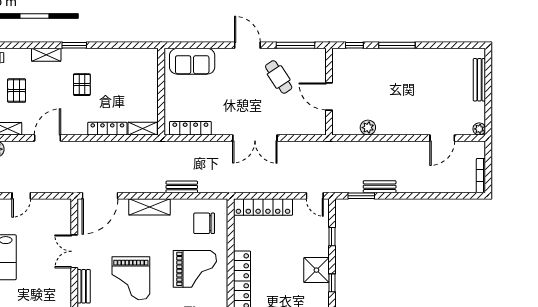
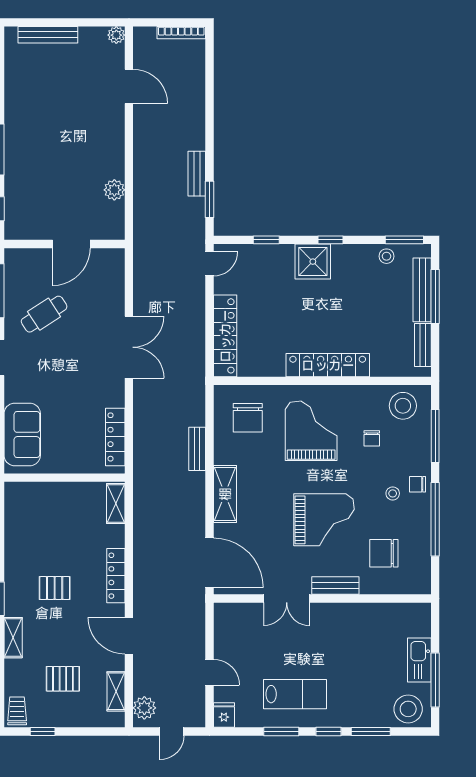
locker: (107, 129) -> (116, 576), moved

